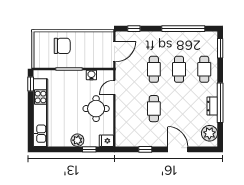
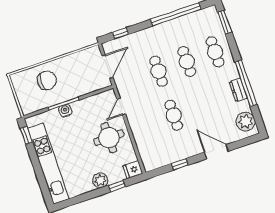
water cooler: (91, 75) -> (65, 111), moved

